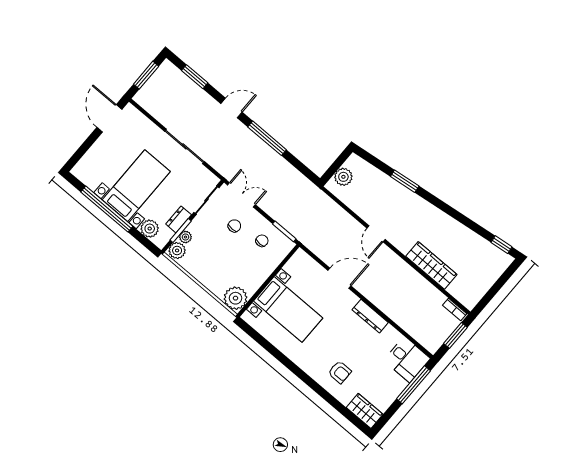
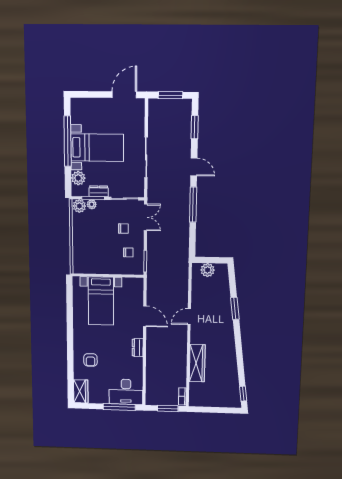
plant: (236, 298) -> (81, 265), removed
dresser: (370, 316) -> (138, 348), width x0.70
desk: (407, 359) -> (126, 392), width x1.37

